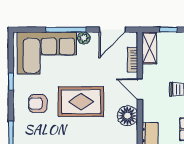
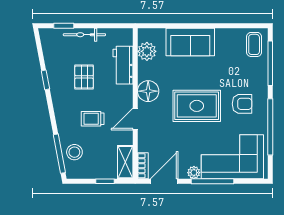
bookcase: (133, 60) -> (143, 166), moved
window: (11, 81) -> (270, 127), width x3.17
door: (140, 89) -> (135, 119), swing flipped

